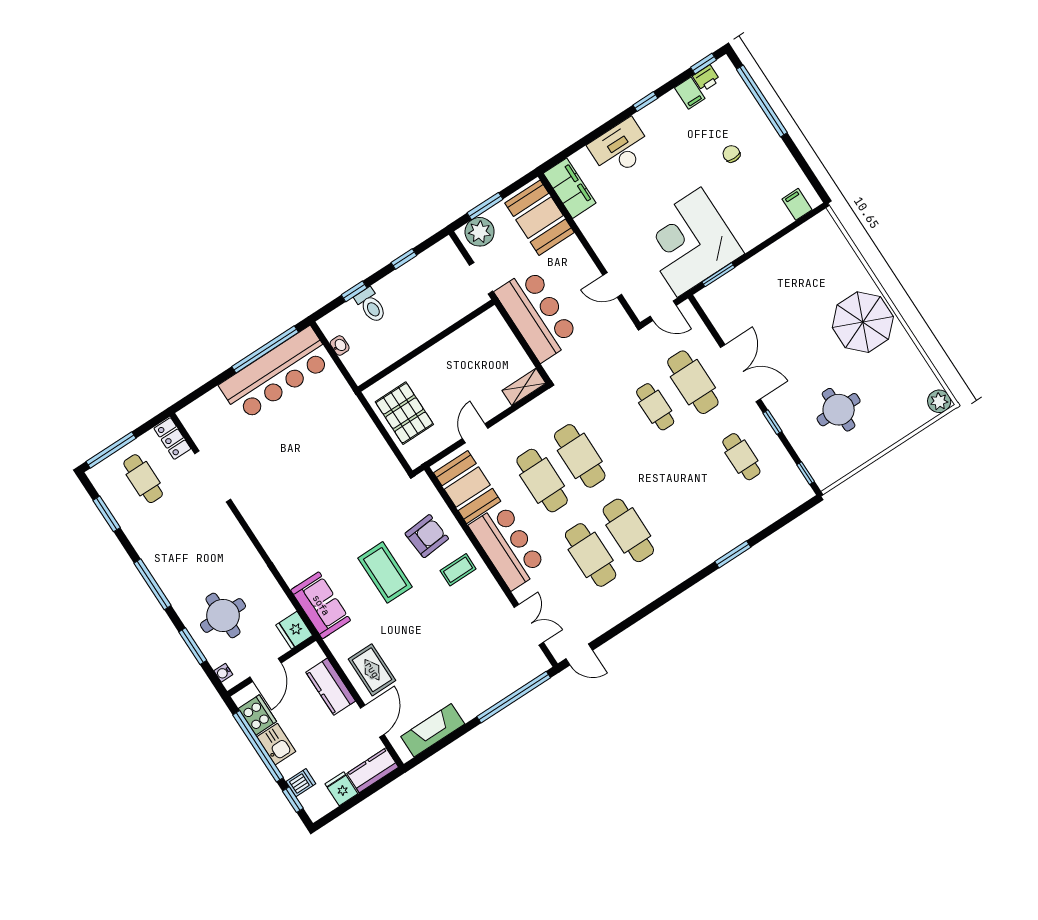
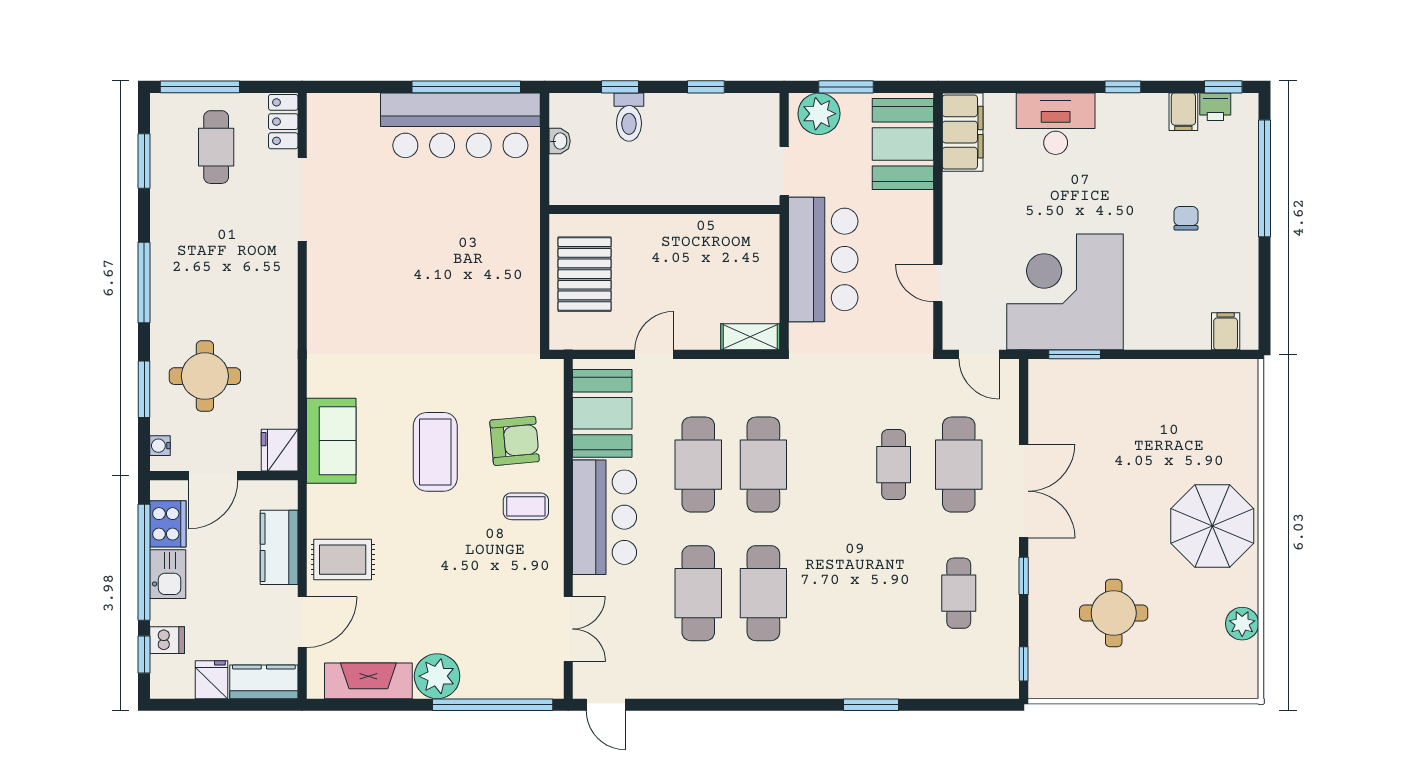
plant: (939, 401) -> (1242, 624), moved
rug: (372, 670) -> (343, 560), turned 90
plant: (471, 702) -> (437, 676), added

